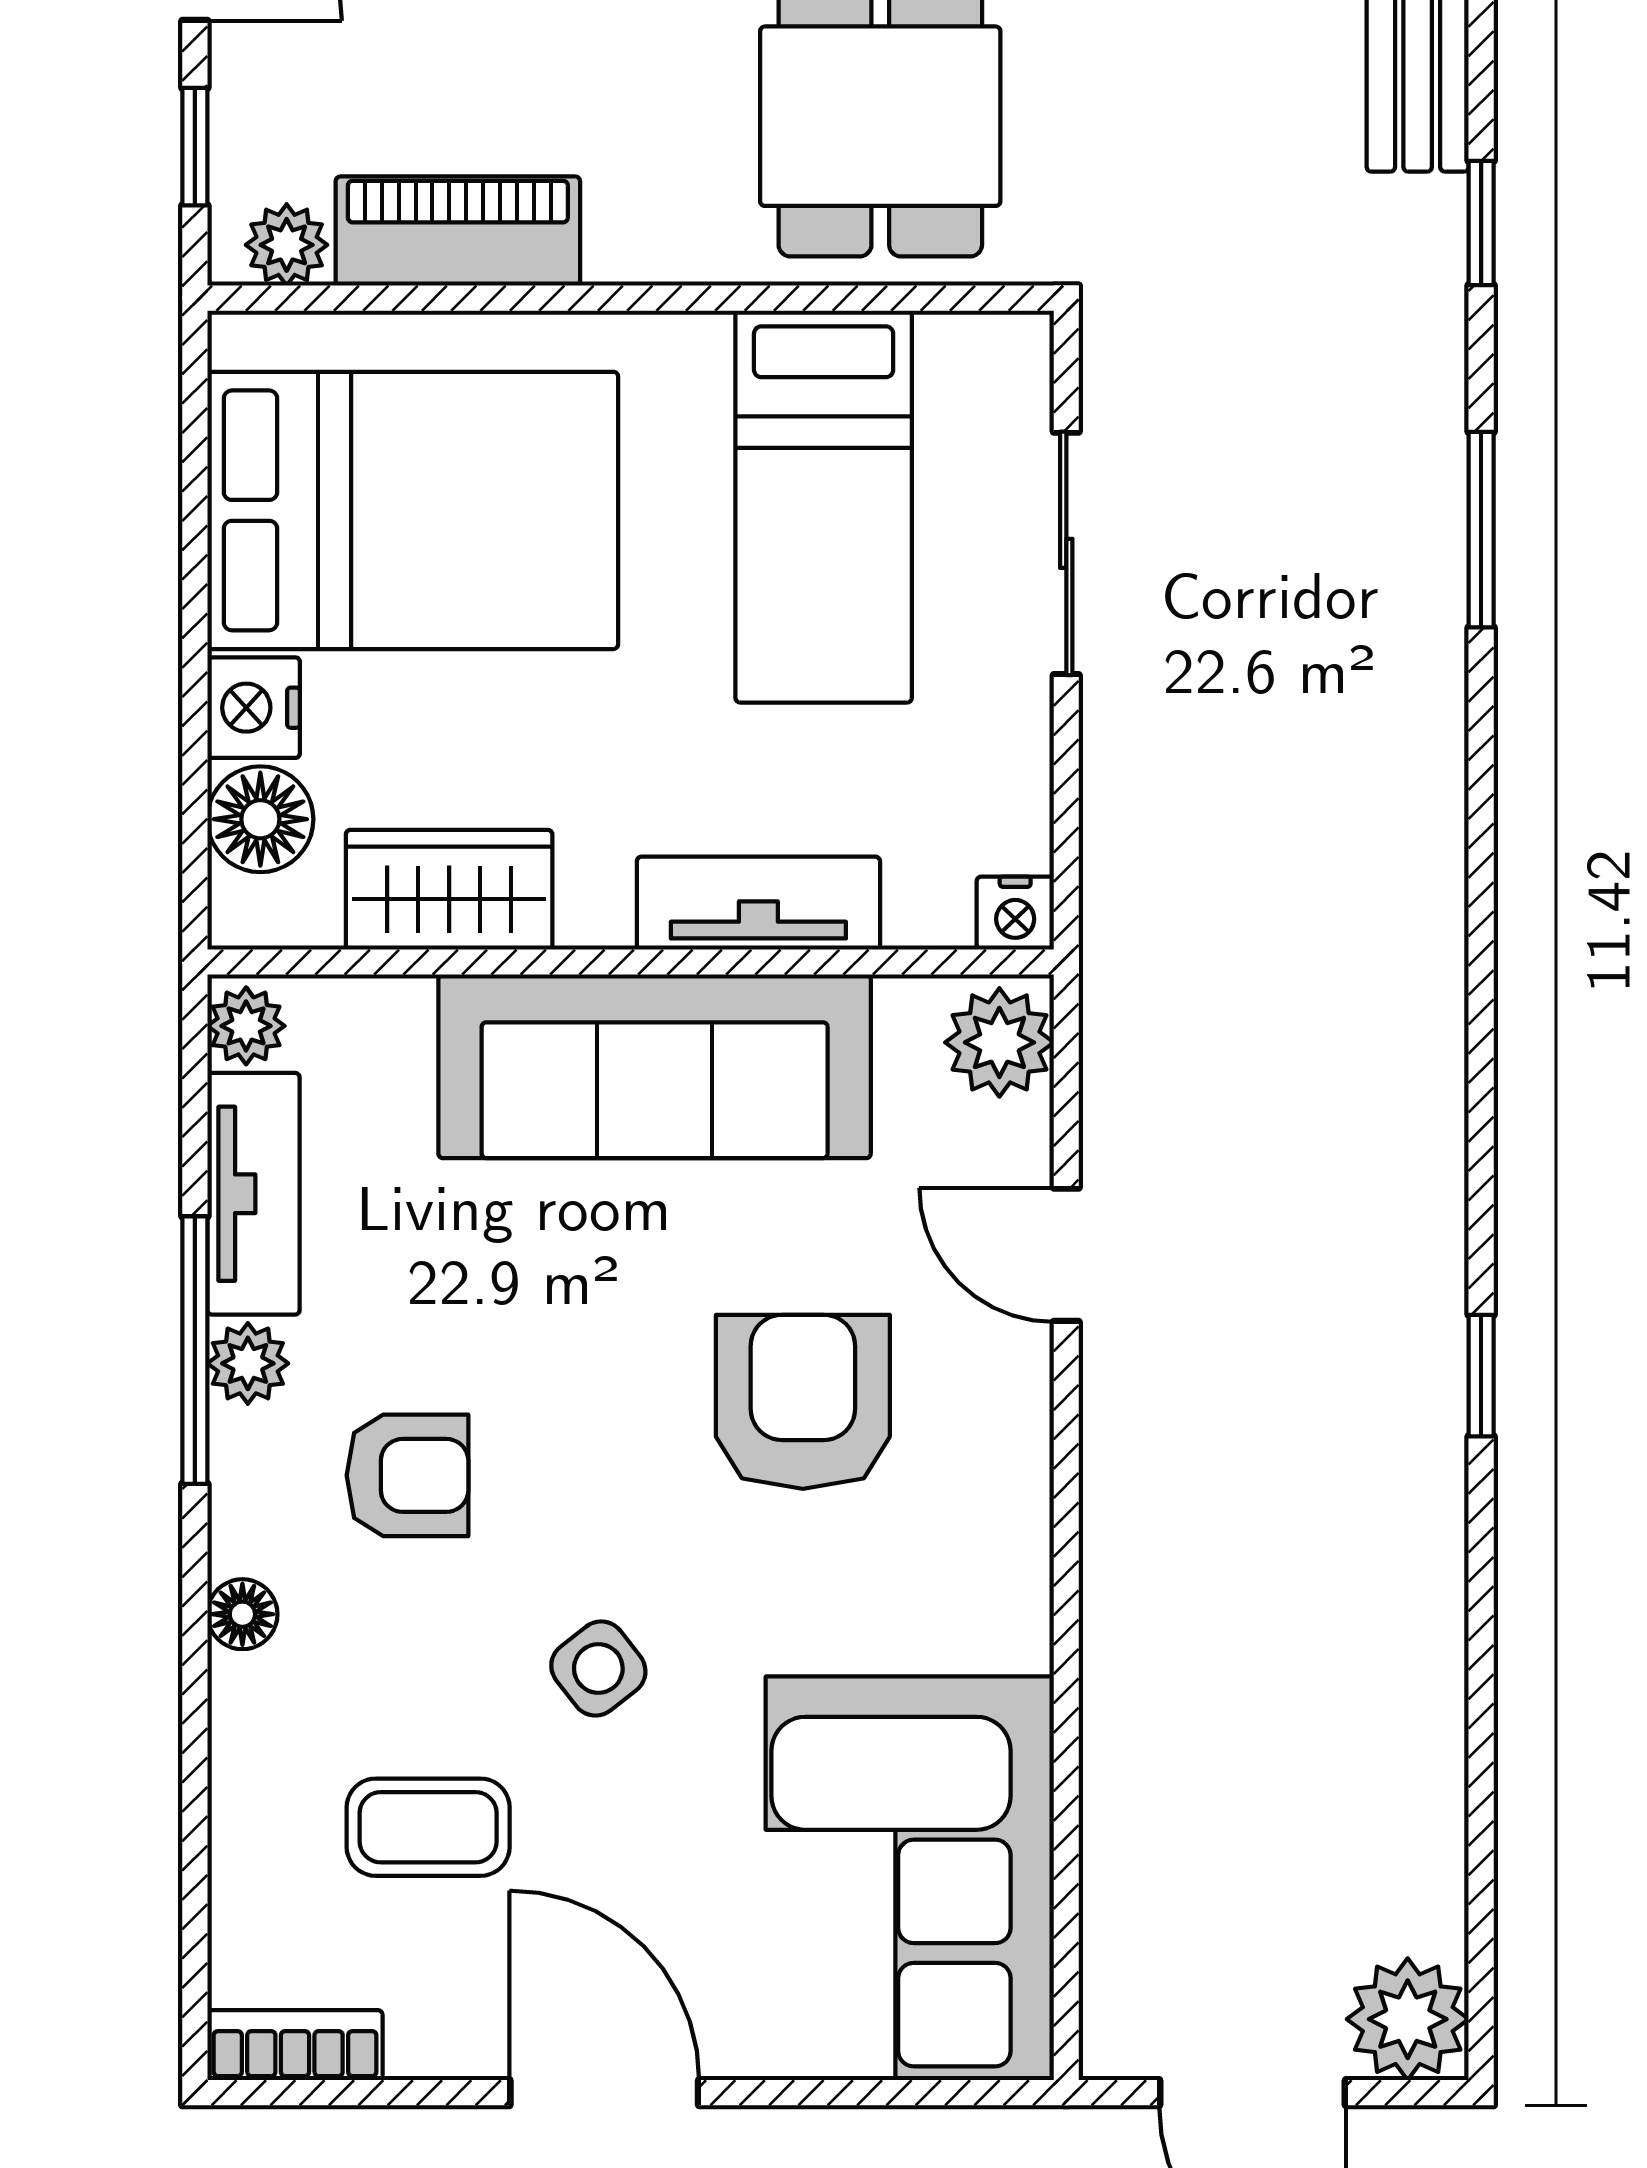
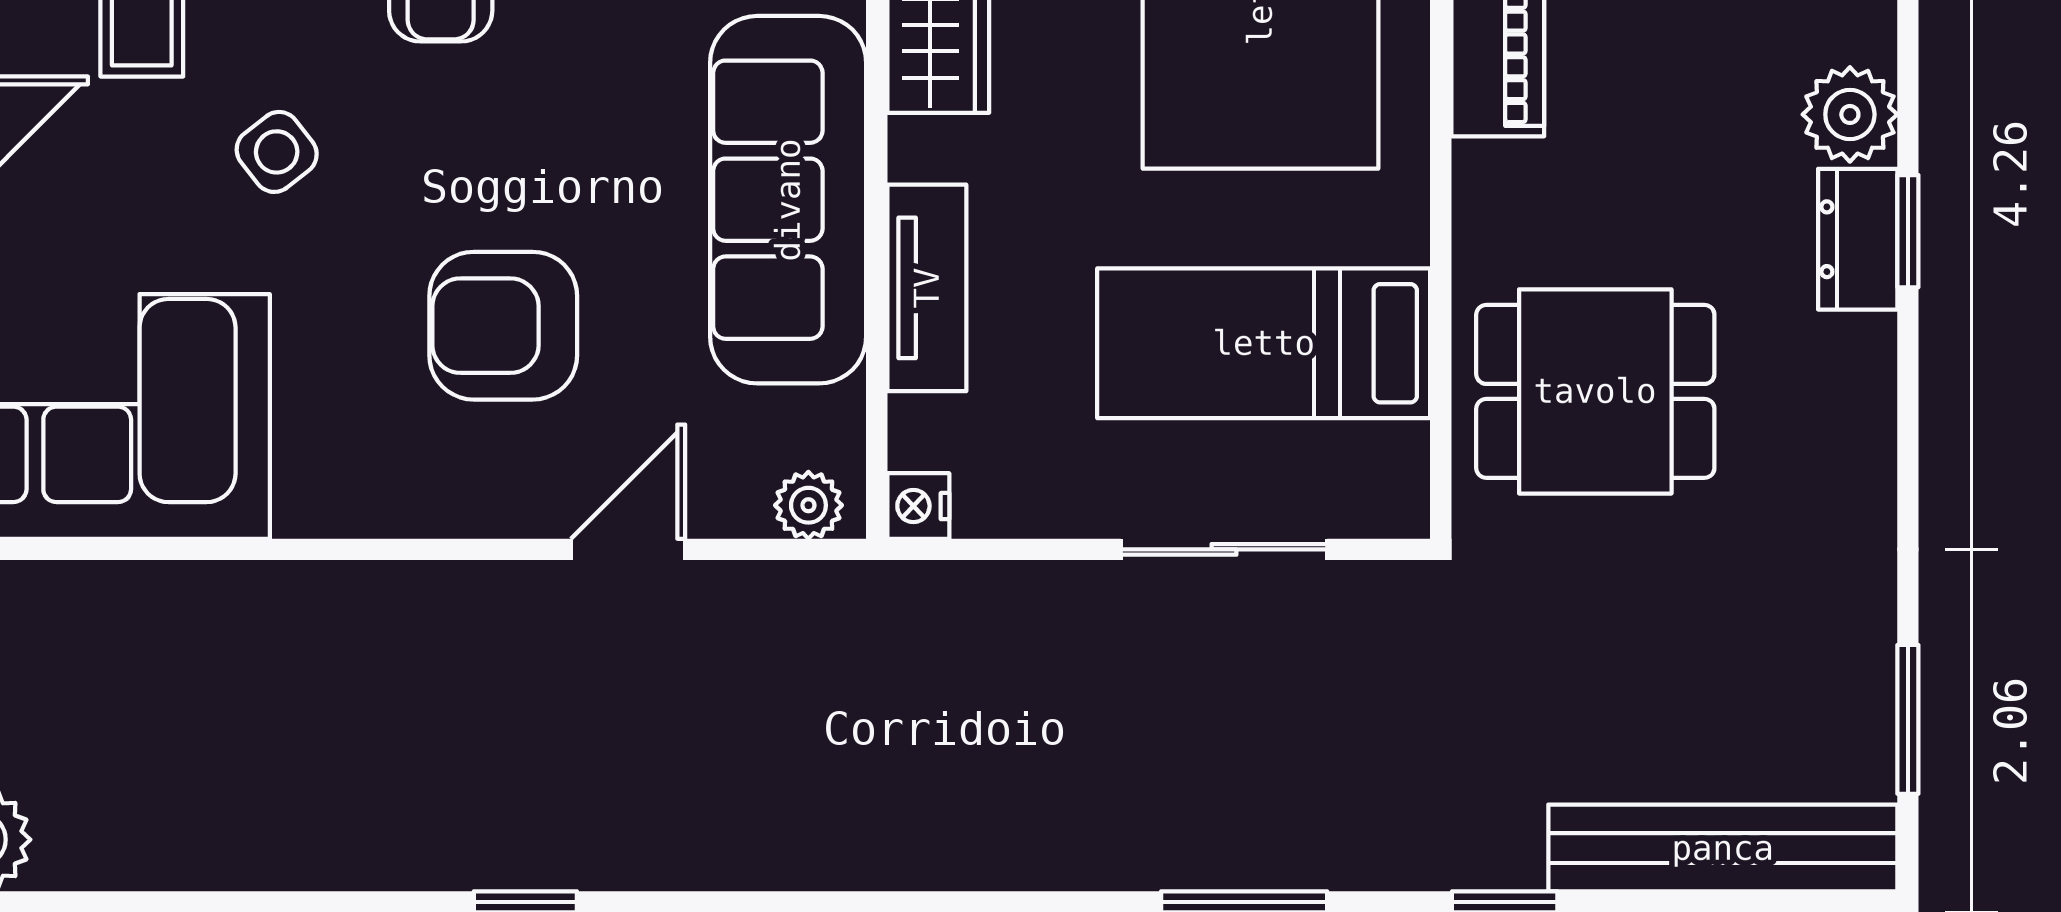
plant: (999, 1042) -> (808, 505), width x0.73, depth x0.73
armchair: (803, 1402) -> (503, 326), turned 180

